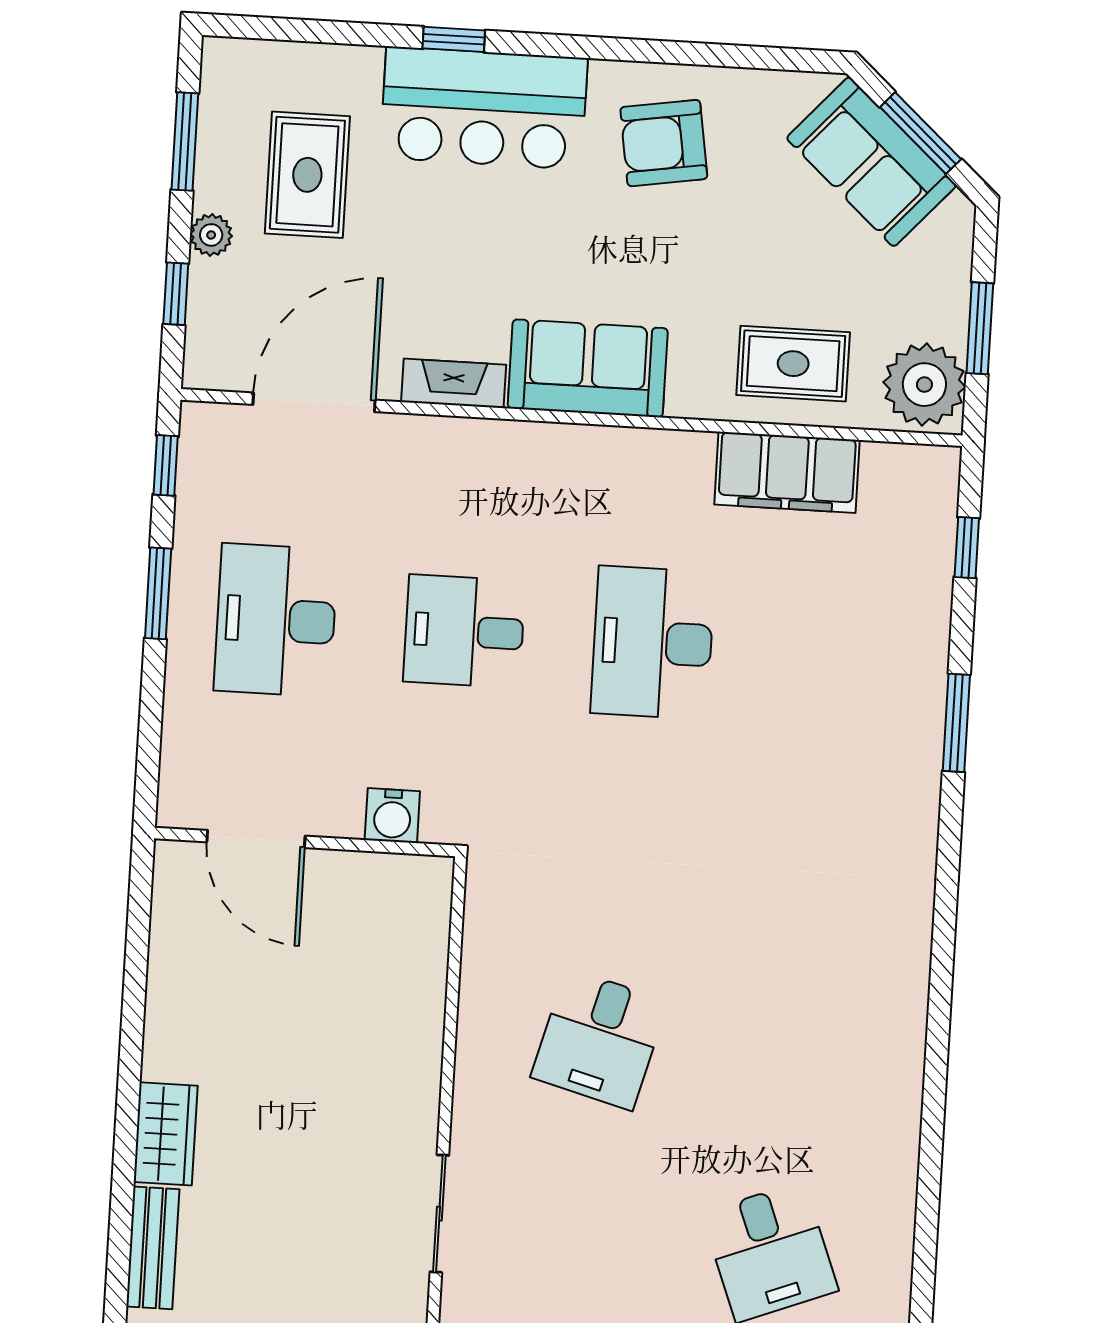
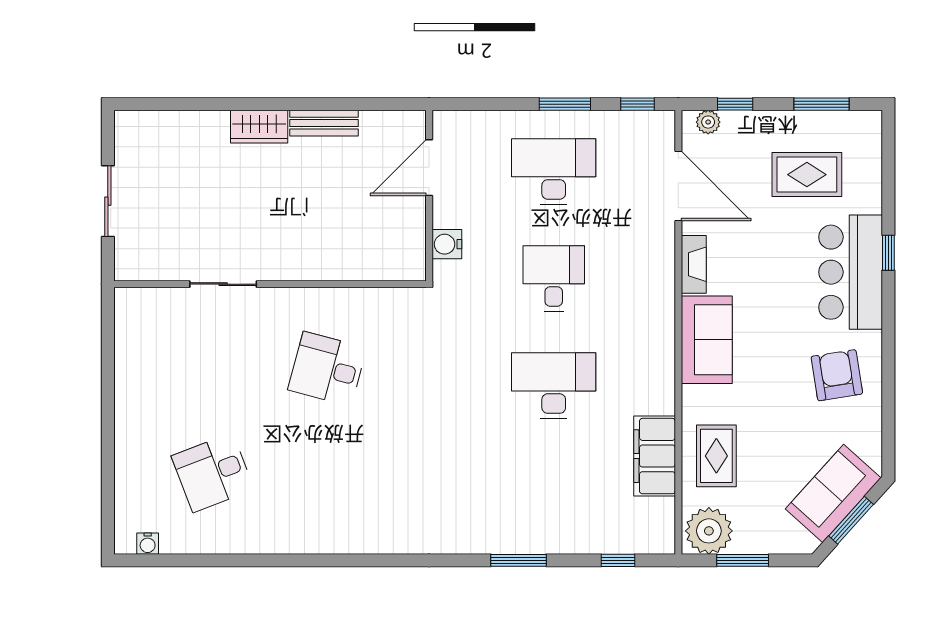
plant: (211, 235) -> (708, 122), moved
bench: (153, 1248) -> (324, 123), moved

